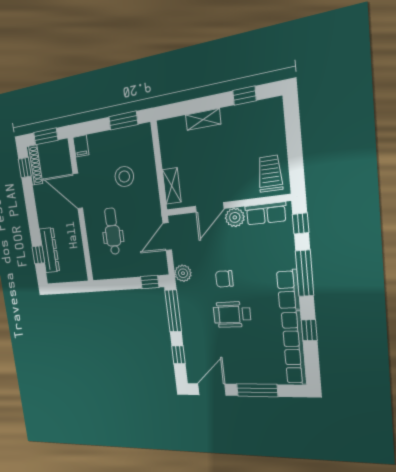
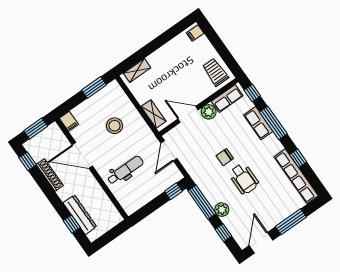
window: (244, 96) -> (172, 33), removed
filing cabinet: (273, 110) -> (195, 33), added
shelving: (203, 119) -> (137, 70), moved
shoe rack: (35, 165) -> (50, 175), moved
door: (210, 207) -> (188, 114), swing flipped
dental chair: (112, 231) -> (125, 170), turned 90
plant: (183, 273) -> (222, 210), moved
row of seats: (288, 290) -> (258, 123), moved
wheelchair: (232, 315) -> (244, 179), turned -90

